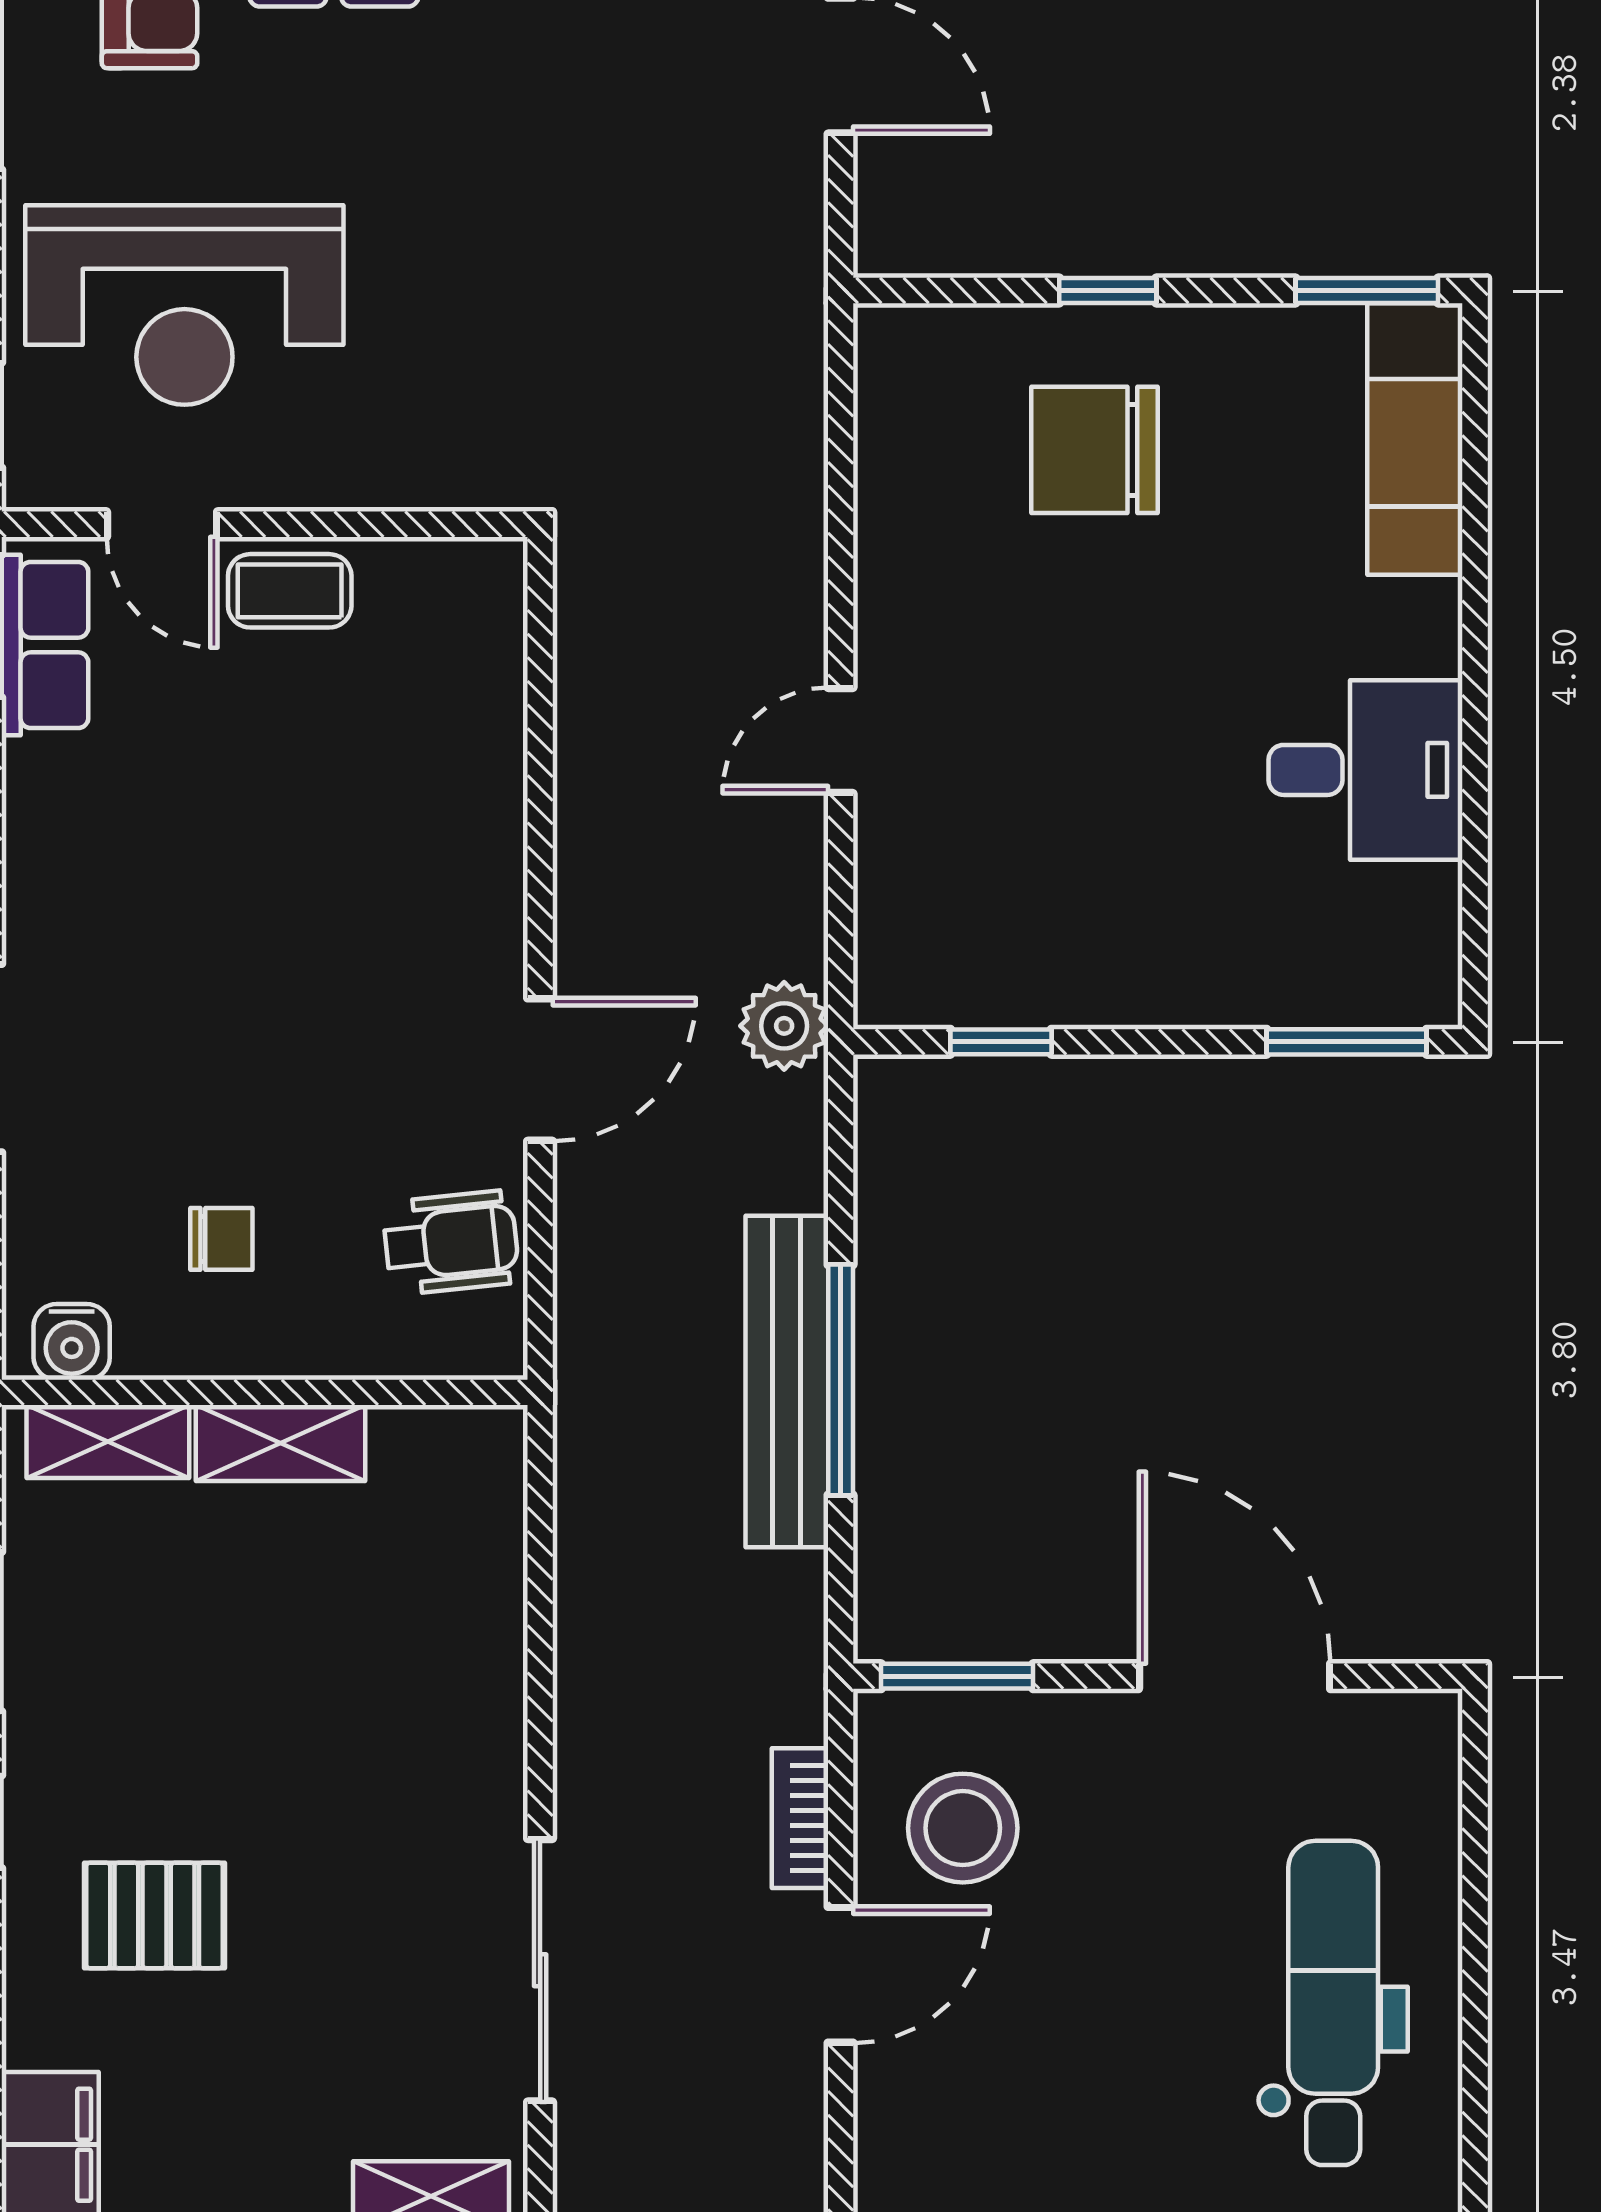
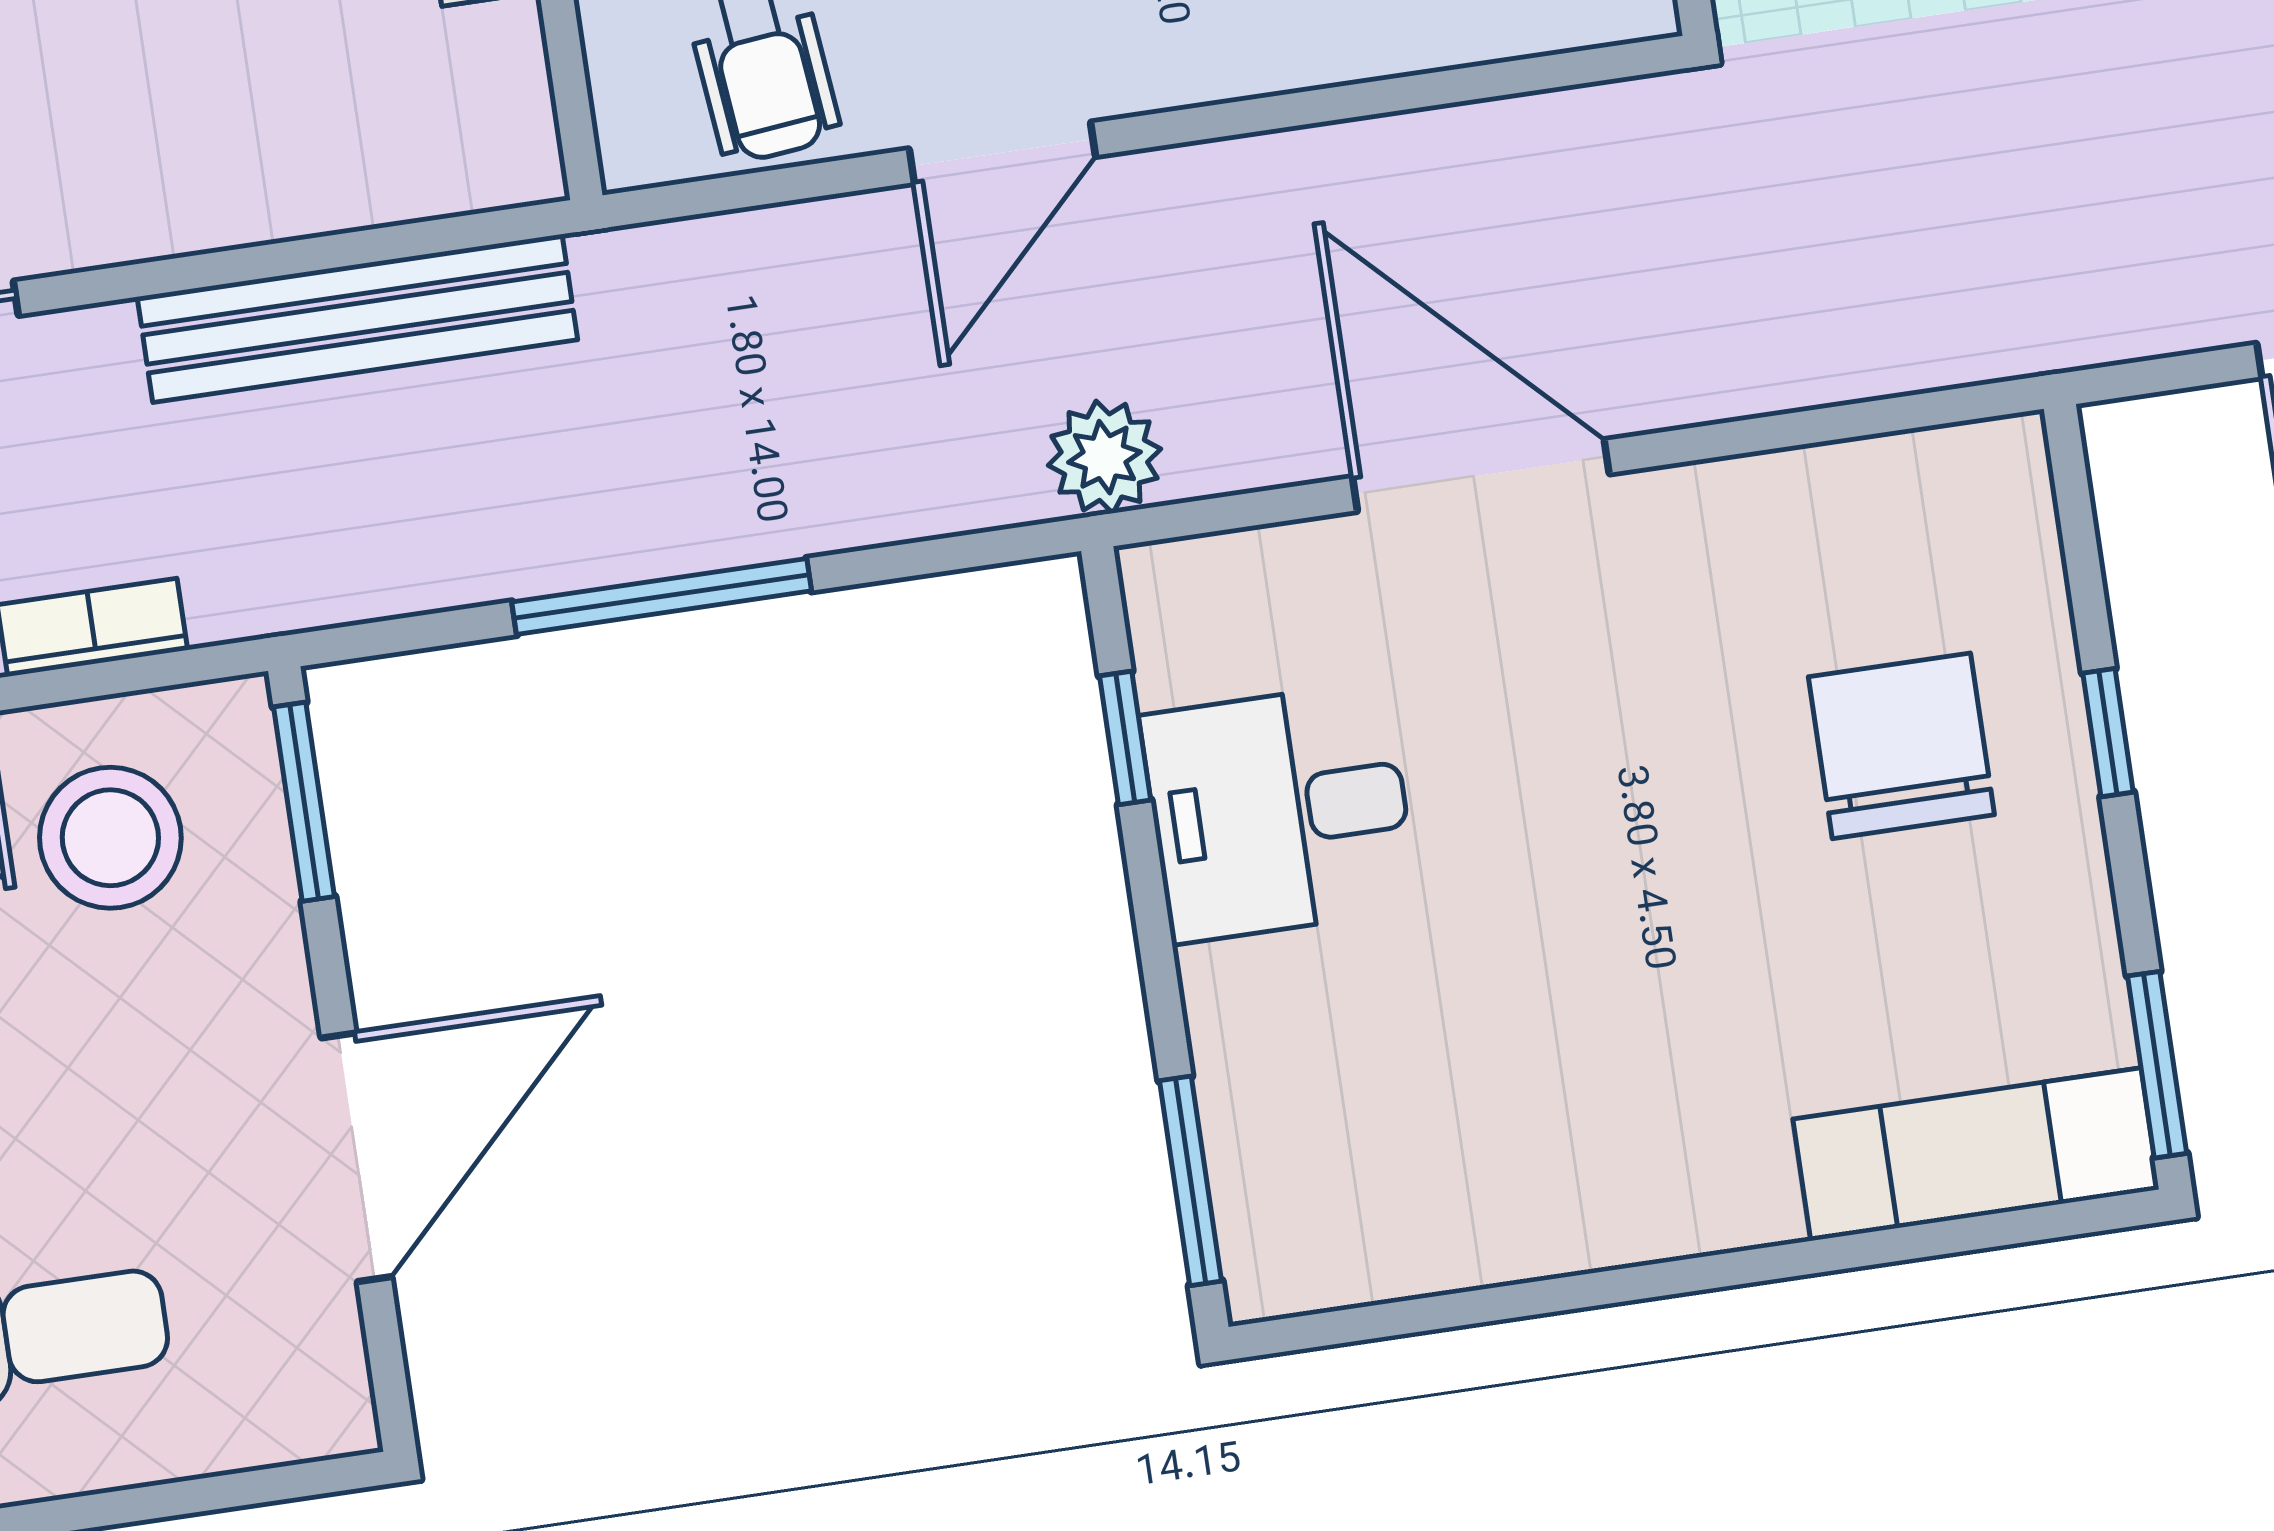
door: (841, 741) -> (1481, 475), width x1.87
desk: (1366, 770) -> (1279, 812), moved, turned 90
door: (540, 1070) -> (1002, 153), hinge flipped
bench: (787, 1382) -> (357, 318), moved

